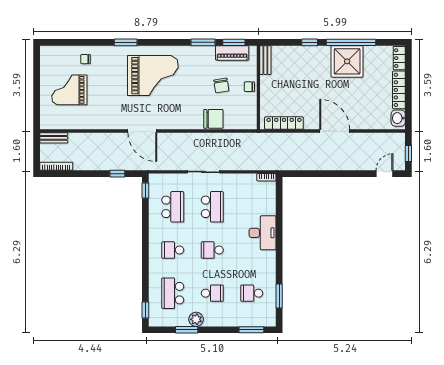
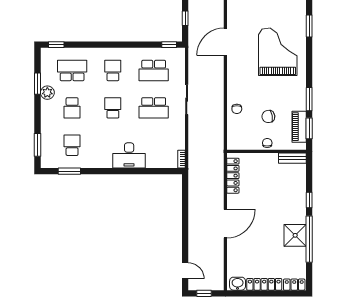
shower: (347, 61) -> (295, 235), width x0.73, depth x0.73
grand piano: (153, 76) -> (278, 52), turned 180
chair: (213, 119) -> (237, 109), width x0.54, depth x0.54

